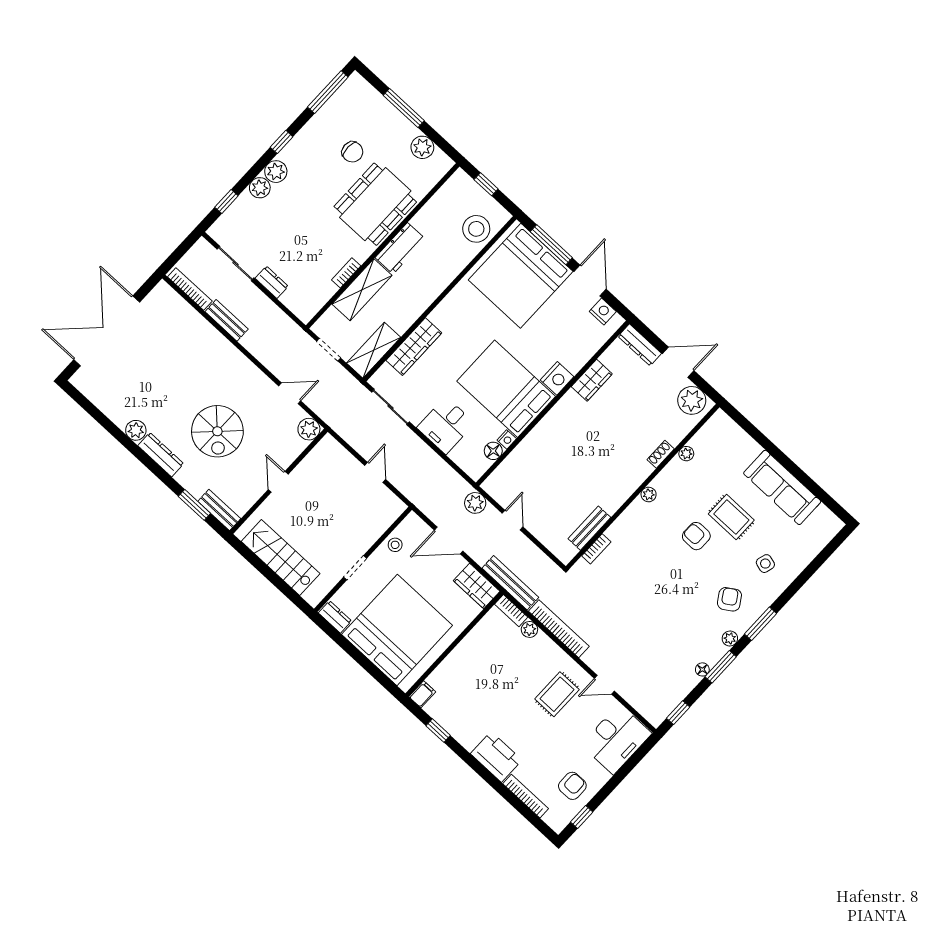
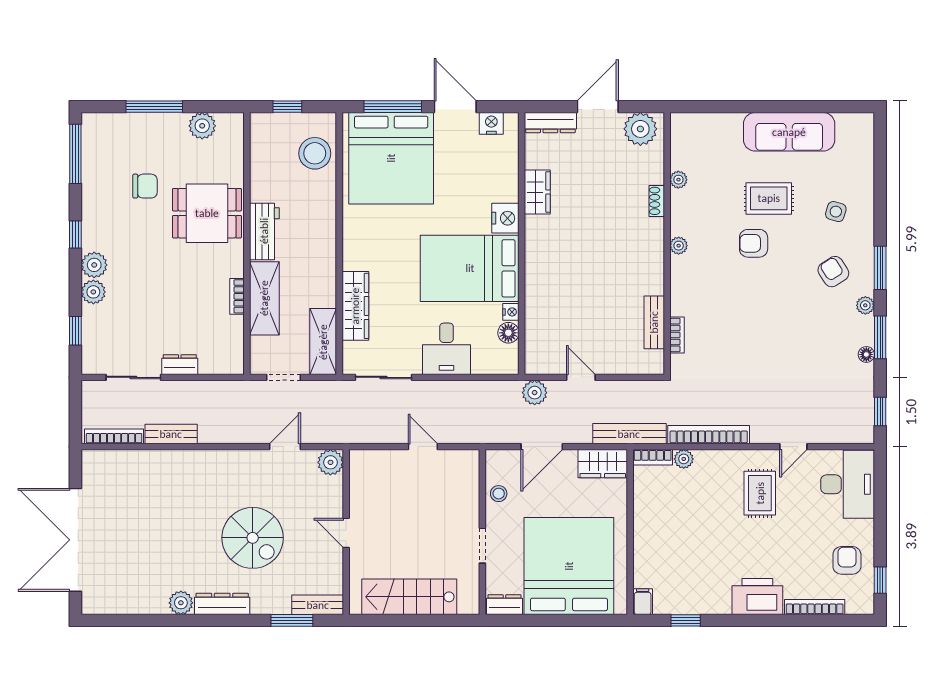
dining table: (375, 204) -> (207, 213), width x0.73

